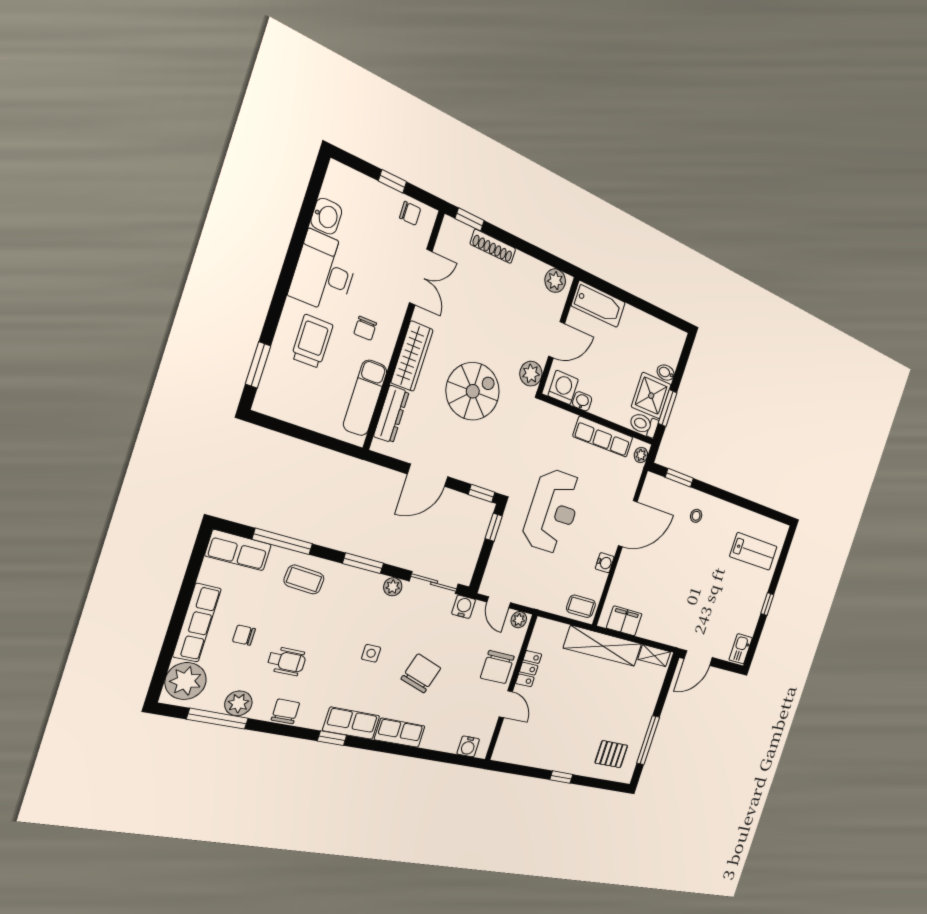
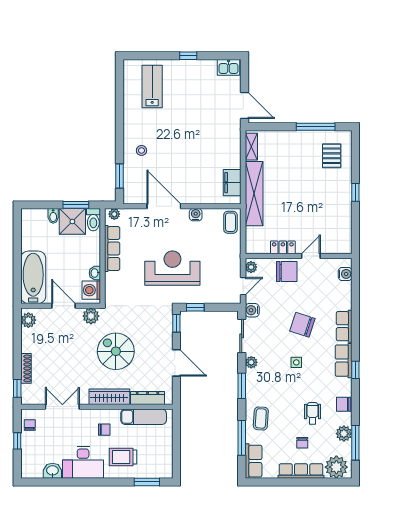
bathtub: (598, 304) -> (33, 277), width x1.36, depth x1.36

